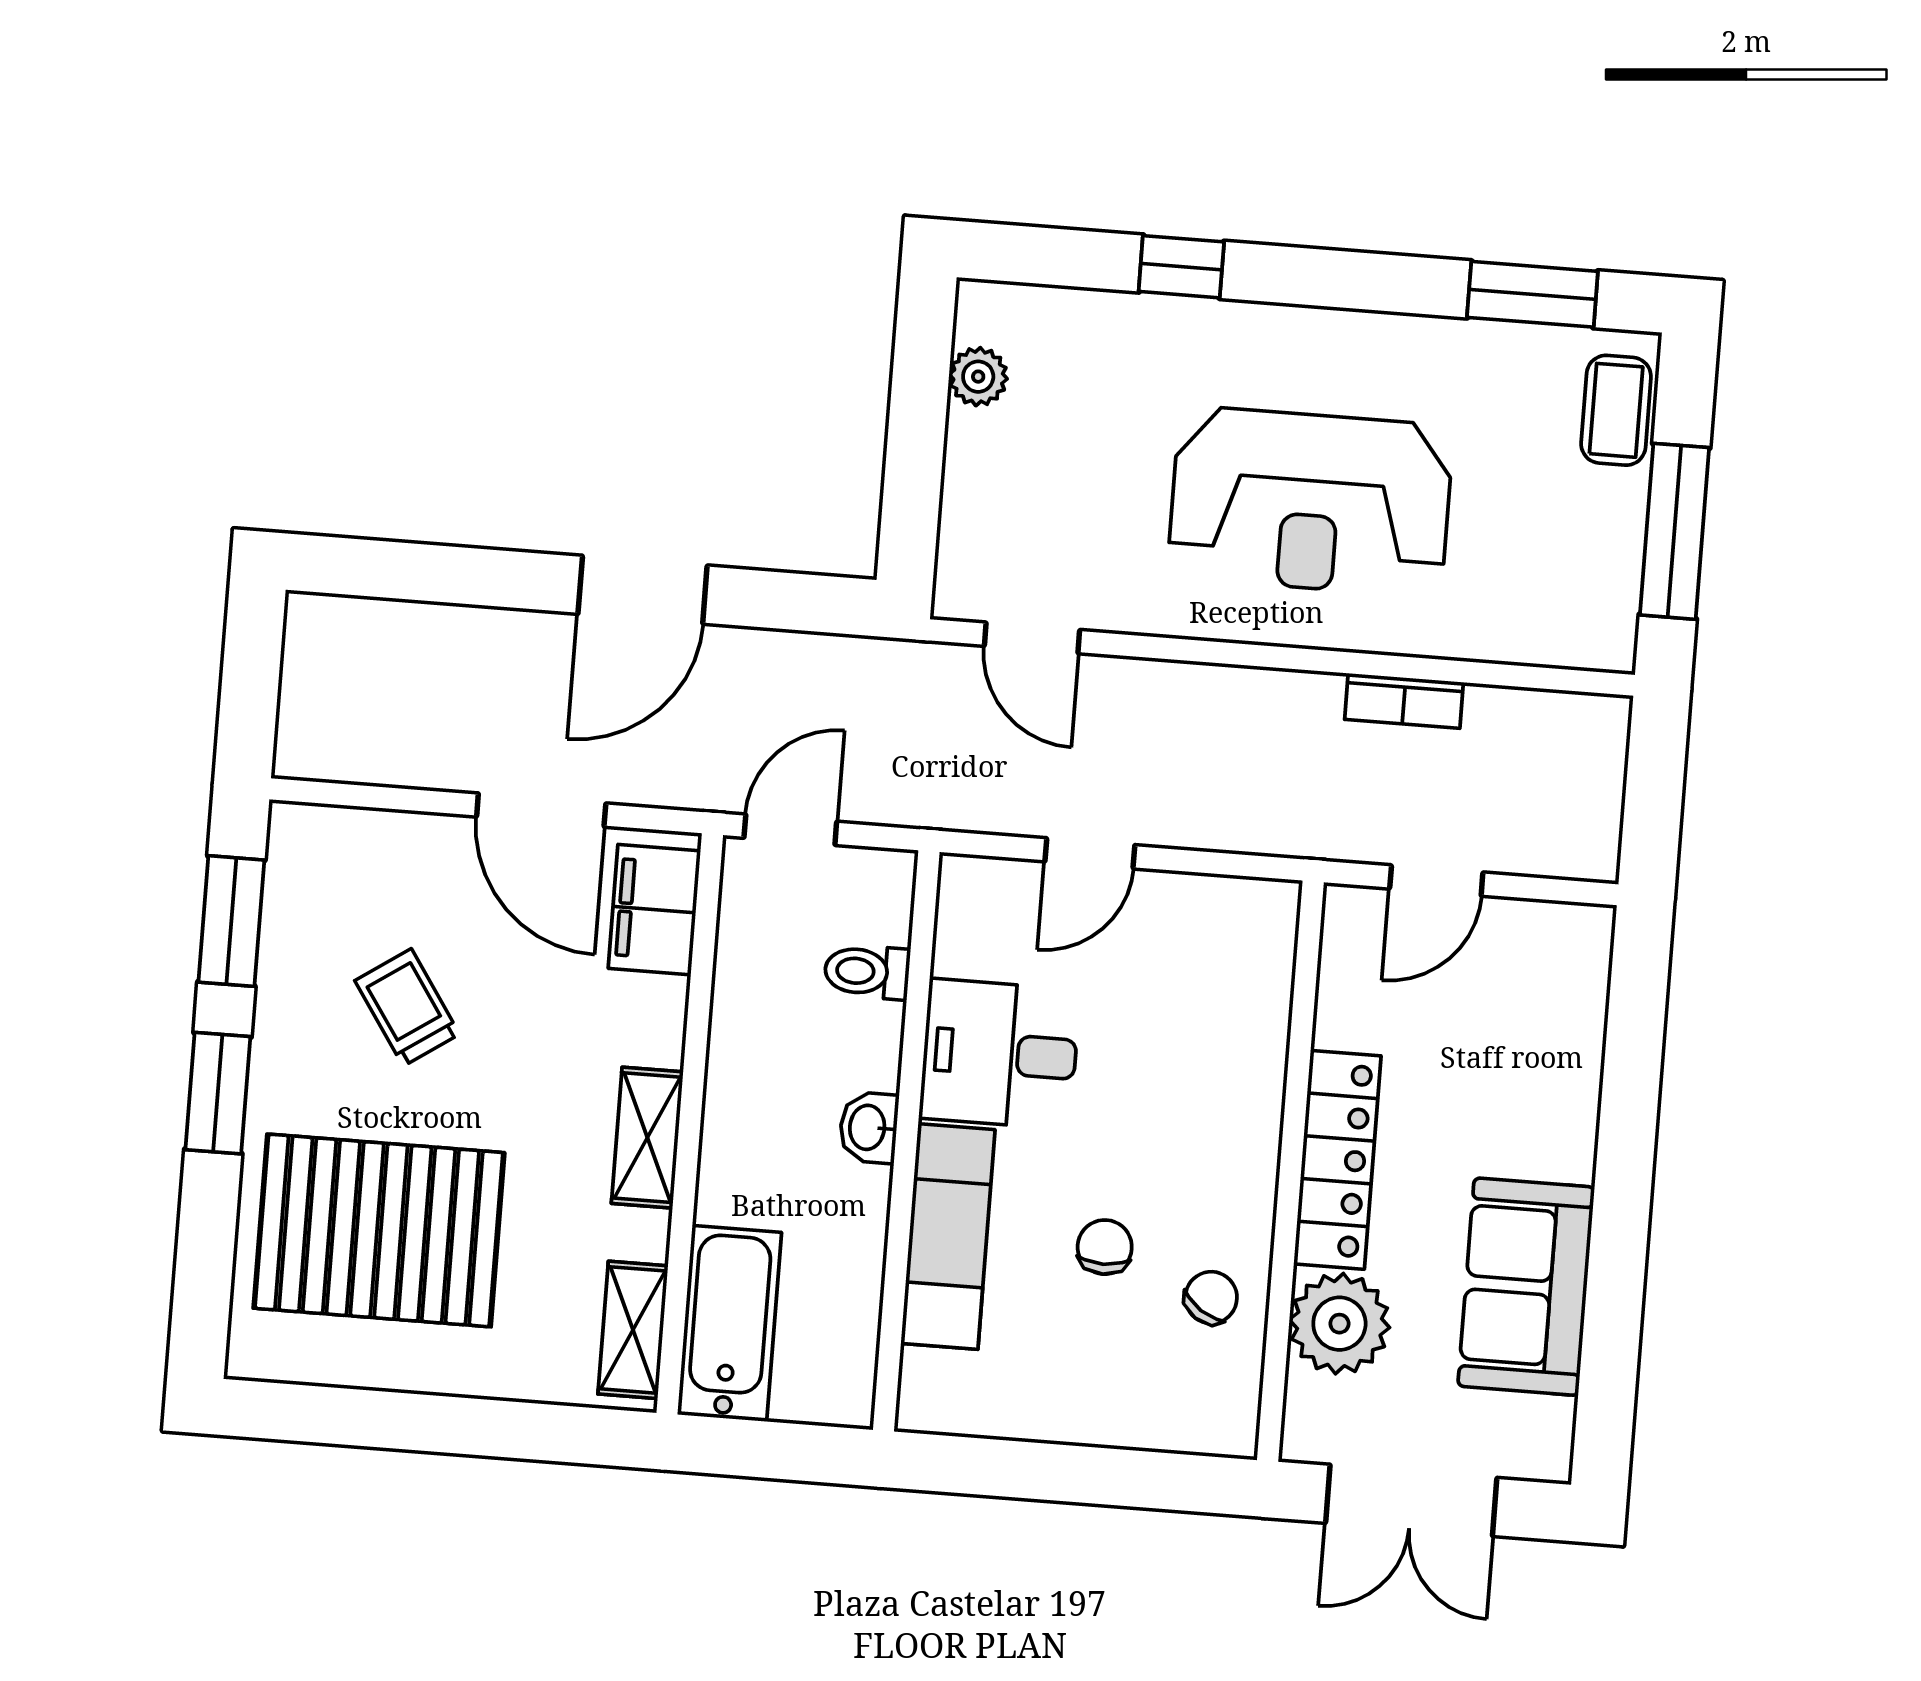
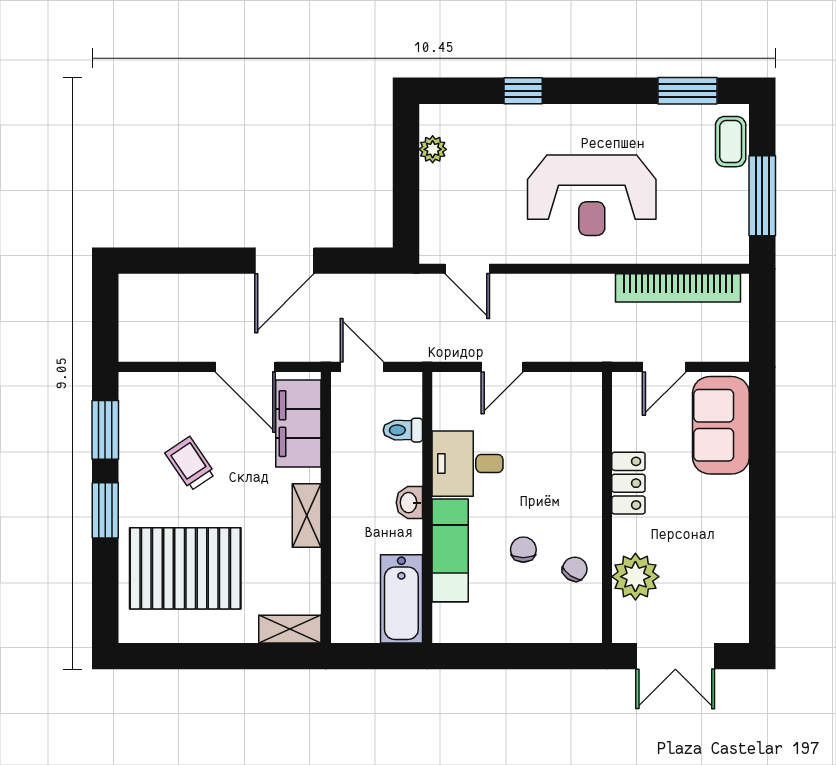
bookcase: (1404, 701) -> (678, 288), width x2.31, depth x1.31
door: (790, 830) -> (362, 367), hinge flipped
filing cabinet: (654, 910) -> (298, 424), width x1.50, depth x1.17
locker: (1337, 1160) -> (628, 483), width x0.66
sofa: (1526, 1287) -> (721, 425), moved
bathtub: (729, 1323) -> (401, 599), moved, turned 180
shelving: (633, 1330) -> (290, 629), moved, turned 90

